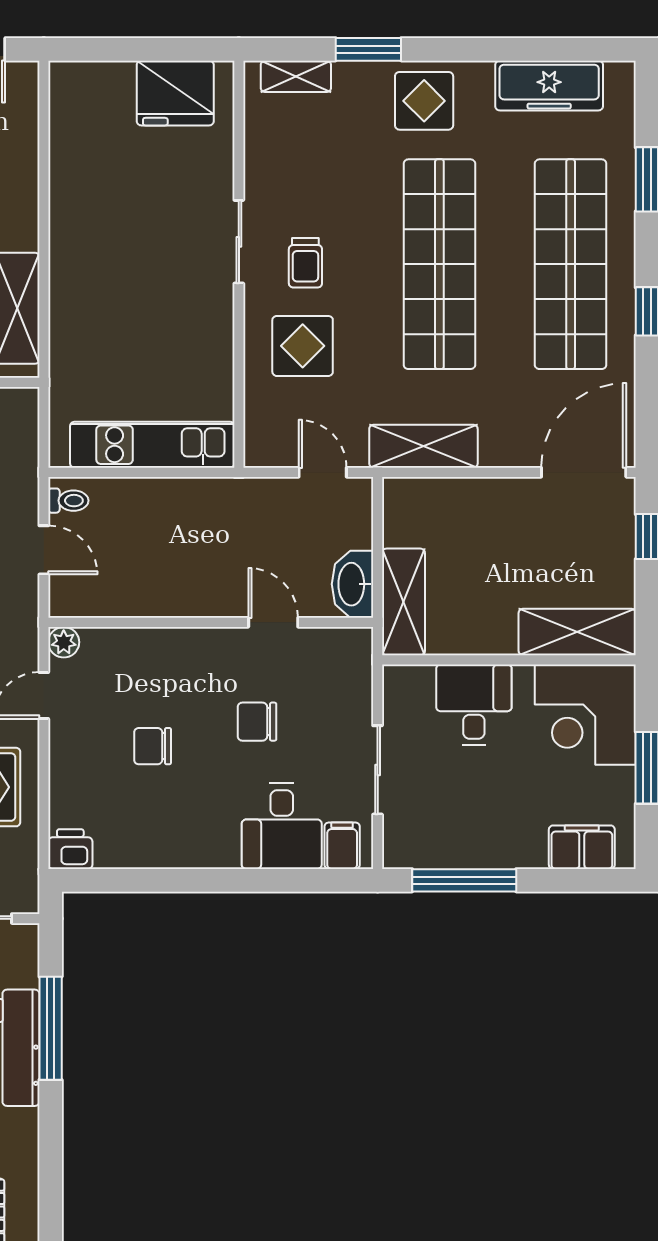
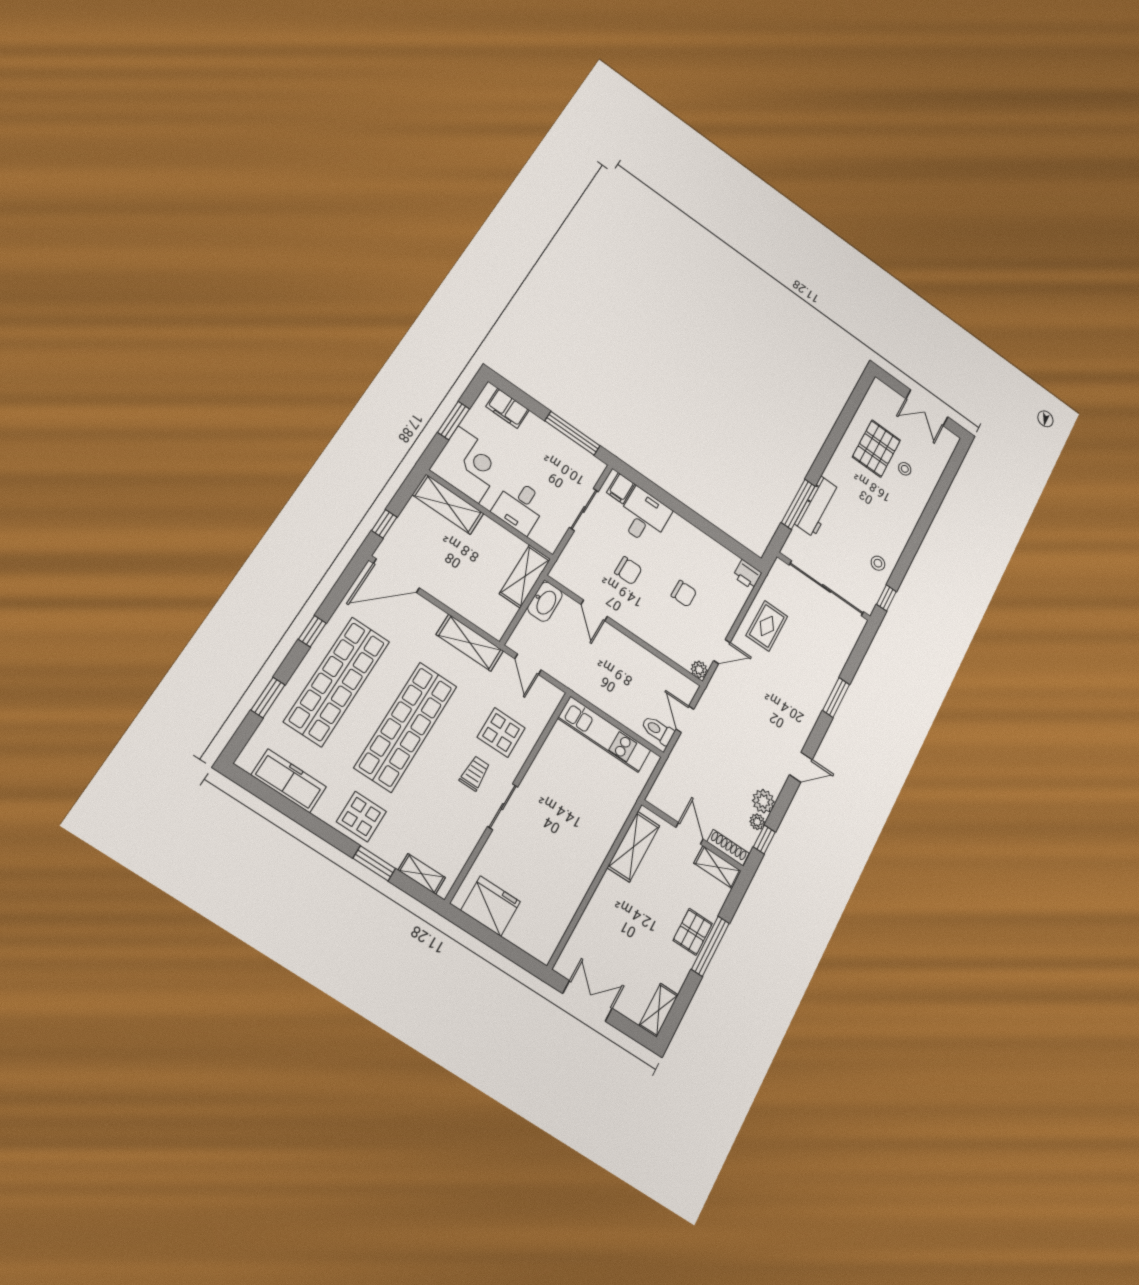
toilet: (68, 501) -> (658, 730), width x1.37, depth x1.39

